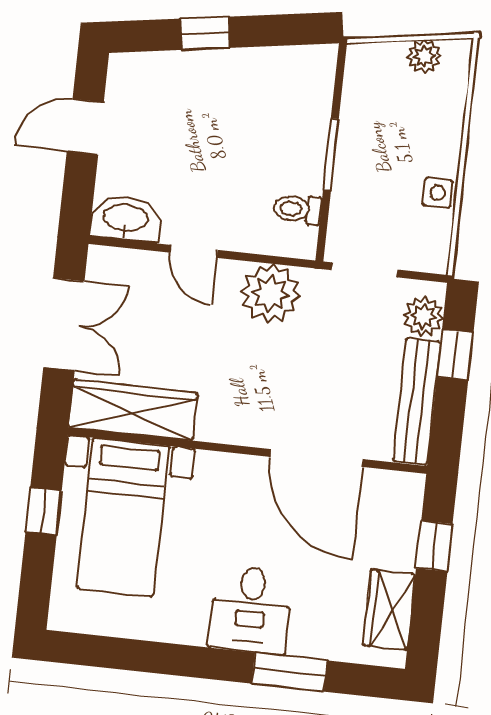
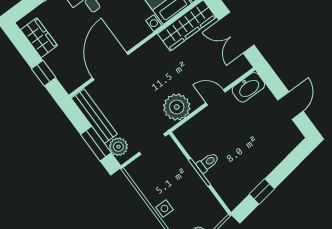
window: (205, 33) -> (262, 191), moved
side table: (438, 193) -> (164, 208), moved
toilet: (297, 209) -> (208, 163), moved
window: (455, 355) -> (96, 144), width x1.50
door: (317, 458) -> (110, 66), hinge flipped

